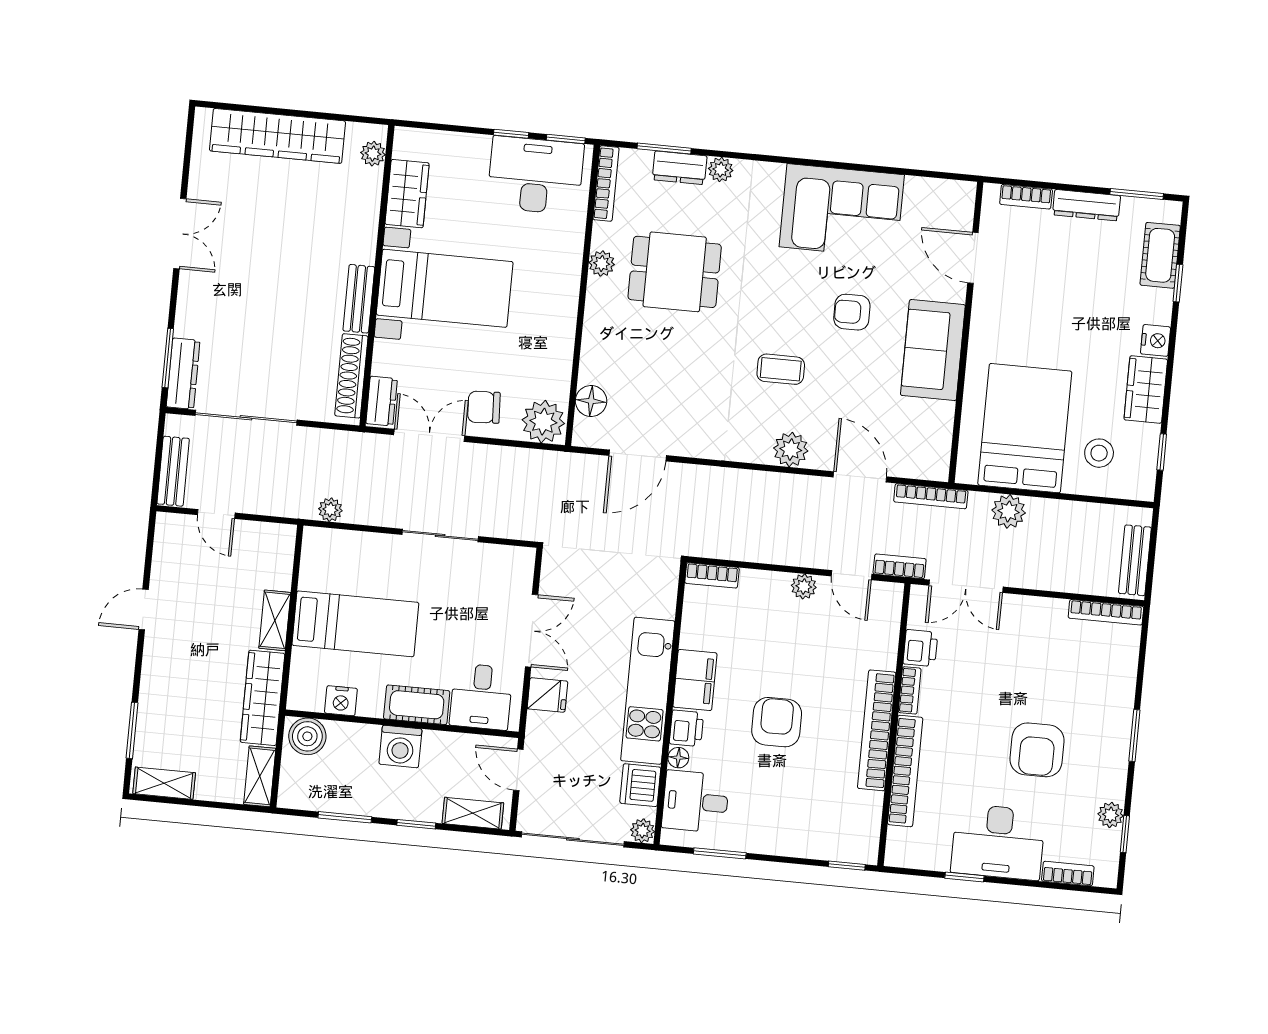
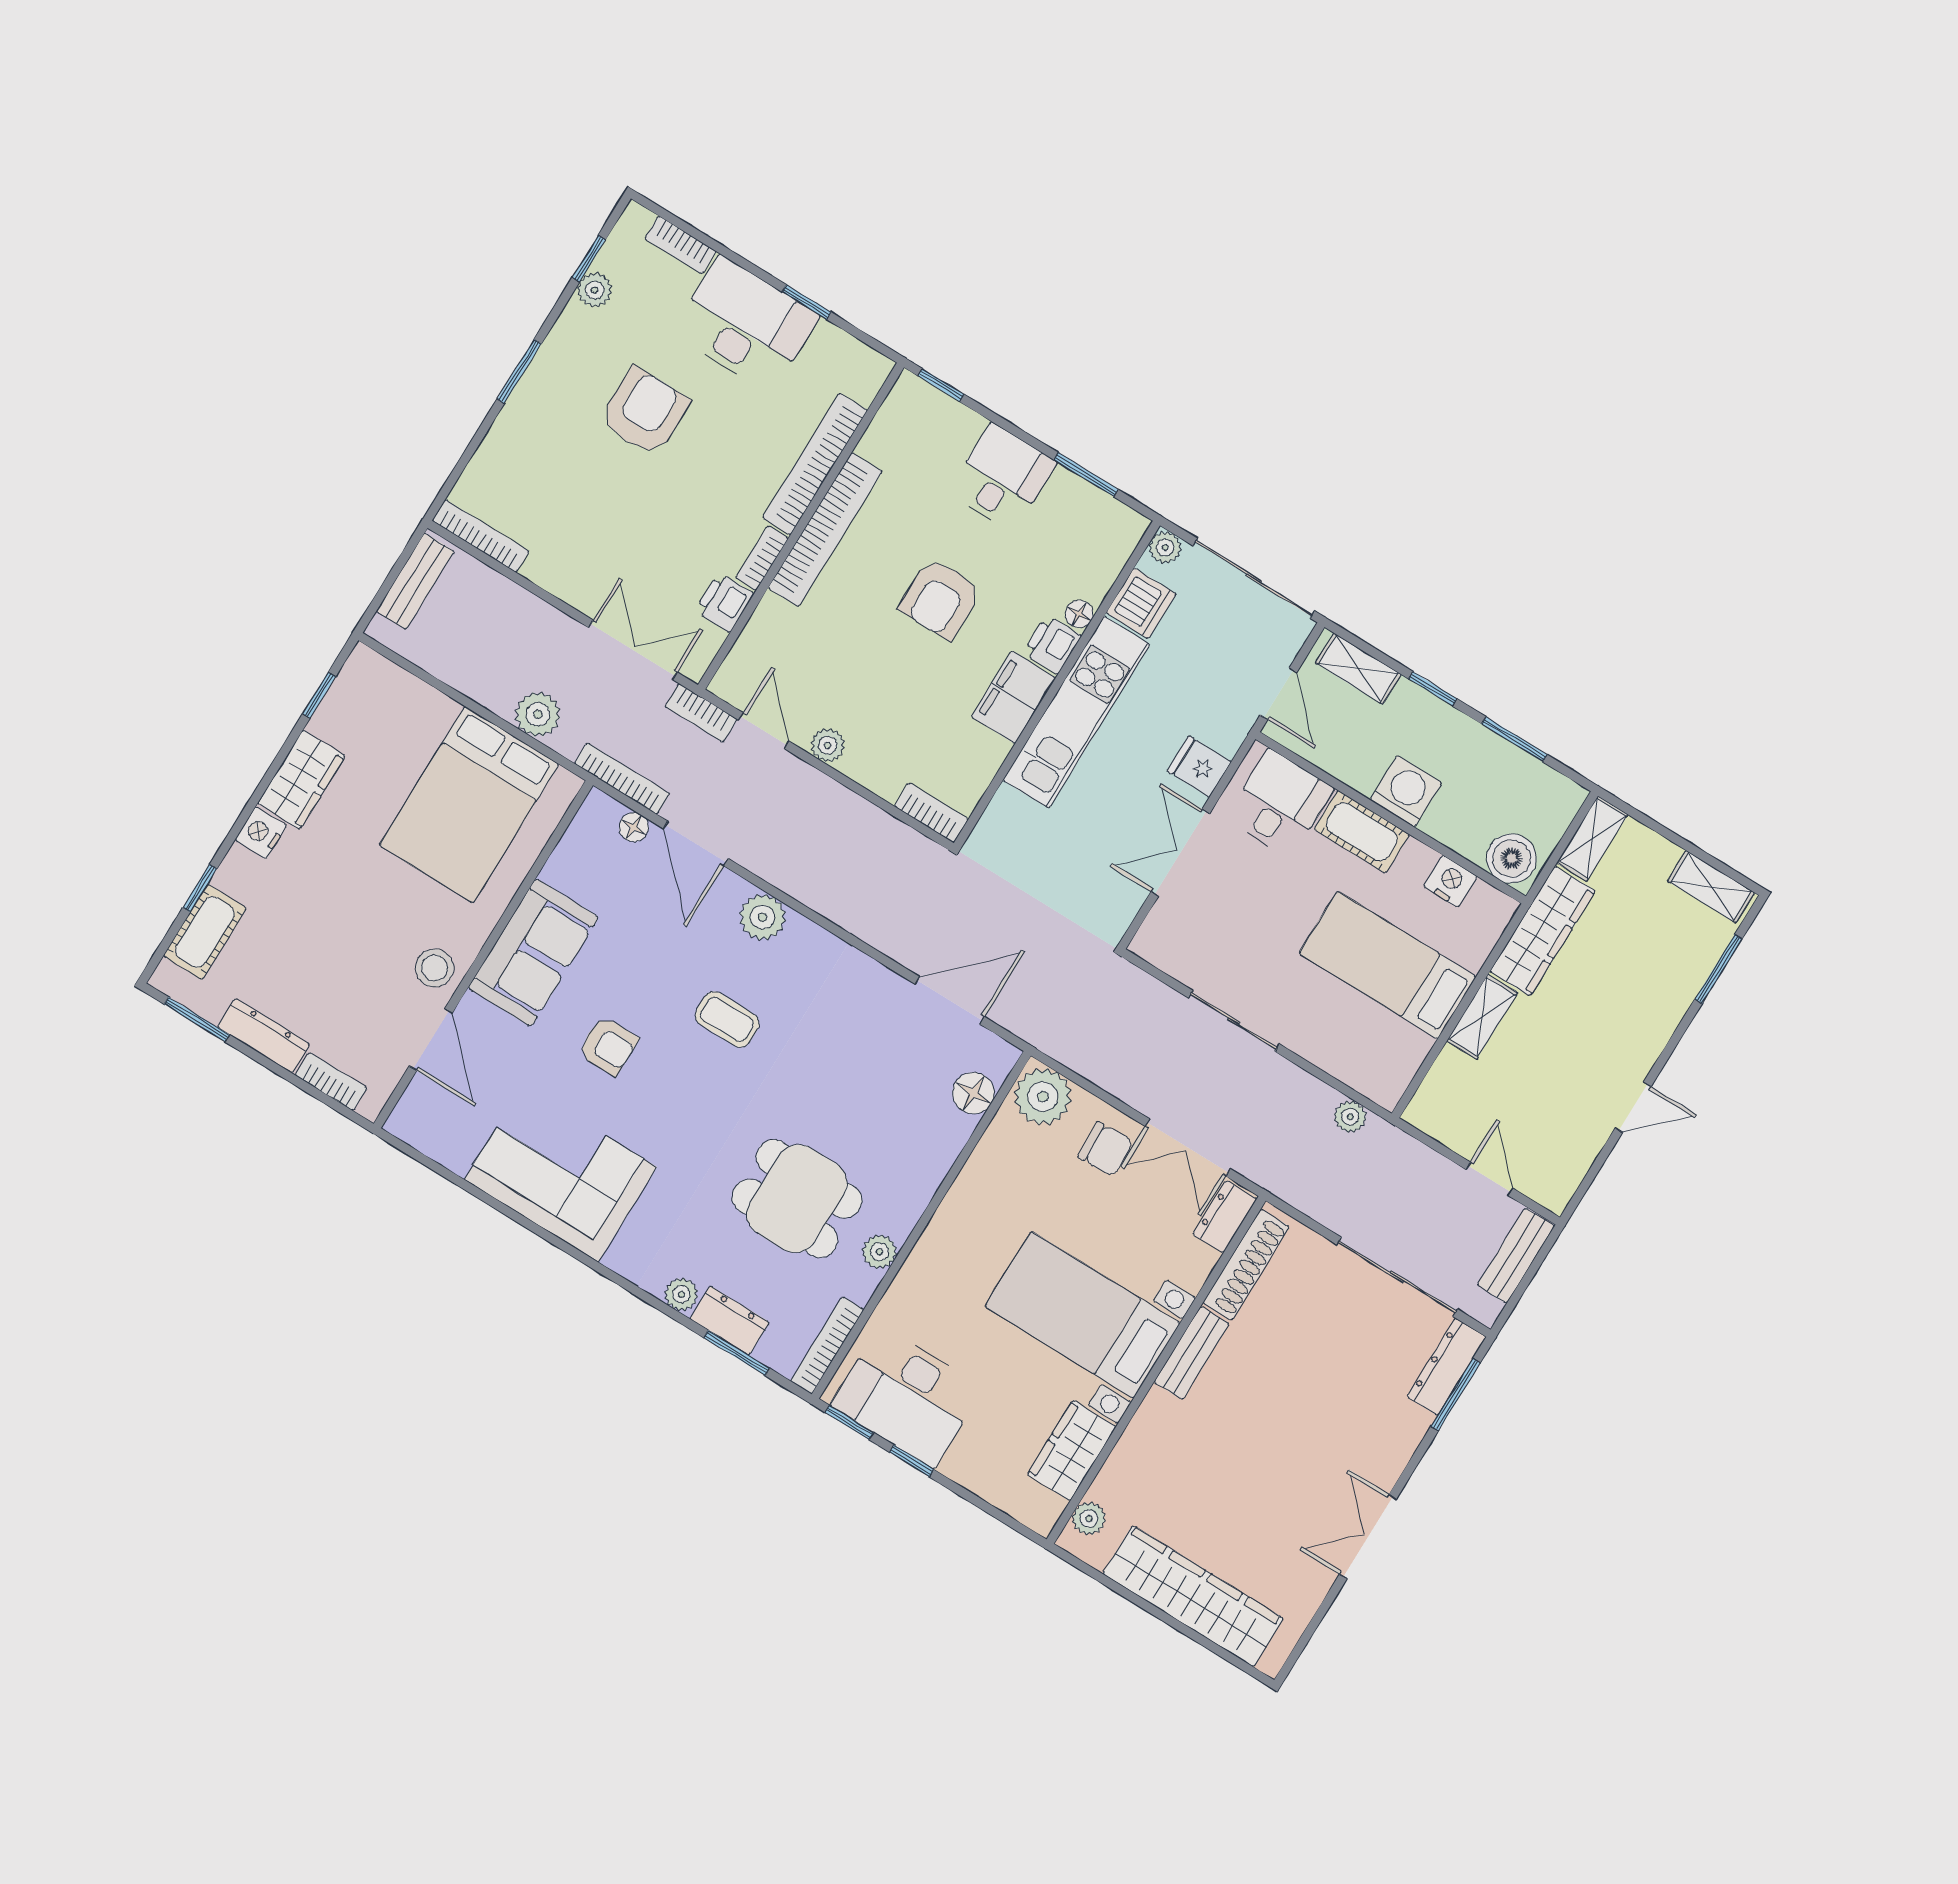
stool: (1099, 453) -> (435, 968), moved
floor lamp: (907, 467) -> (634, 827), added
desk: (695, 802) -> (1002, 477), moved, turned -90

